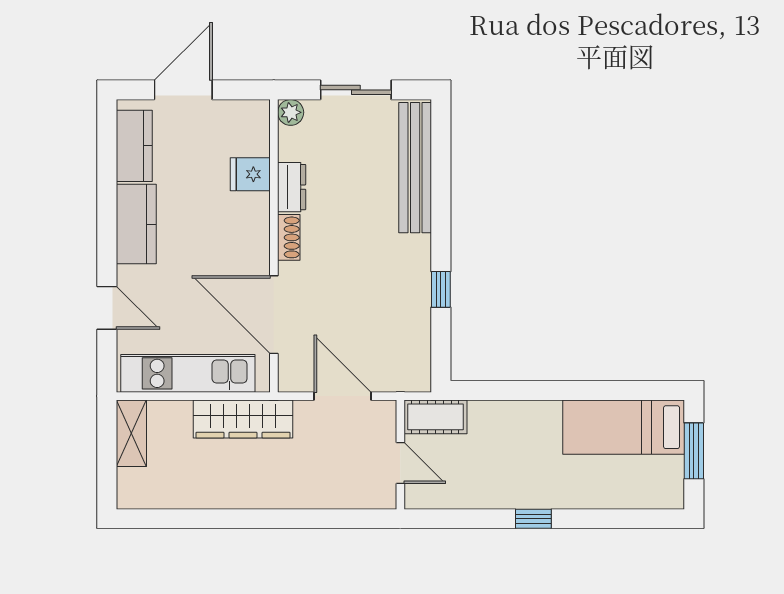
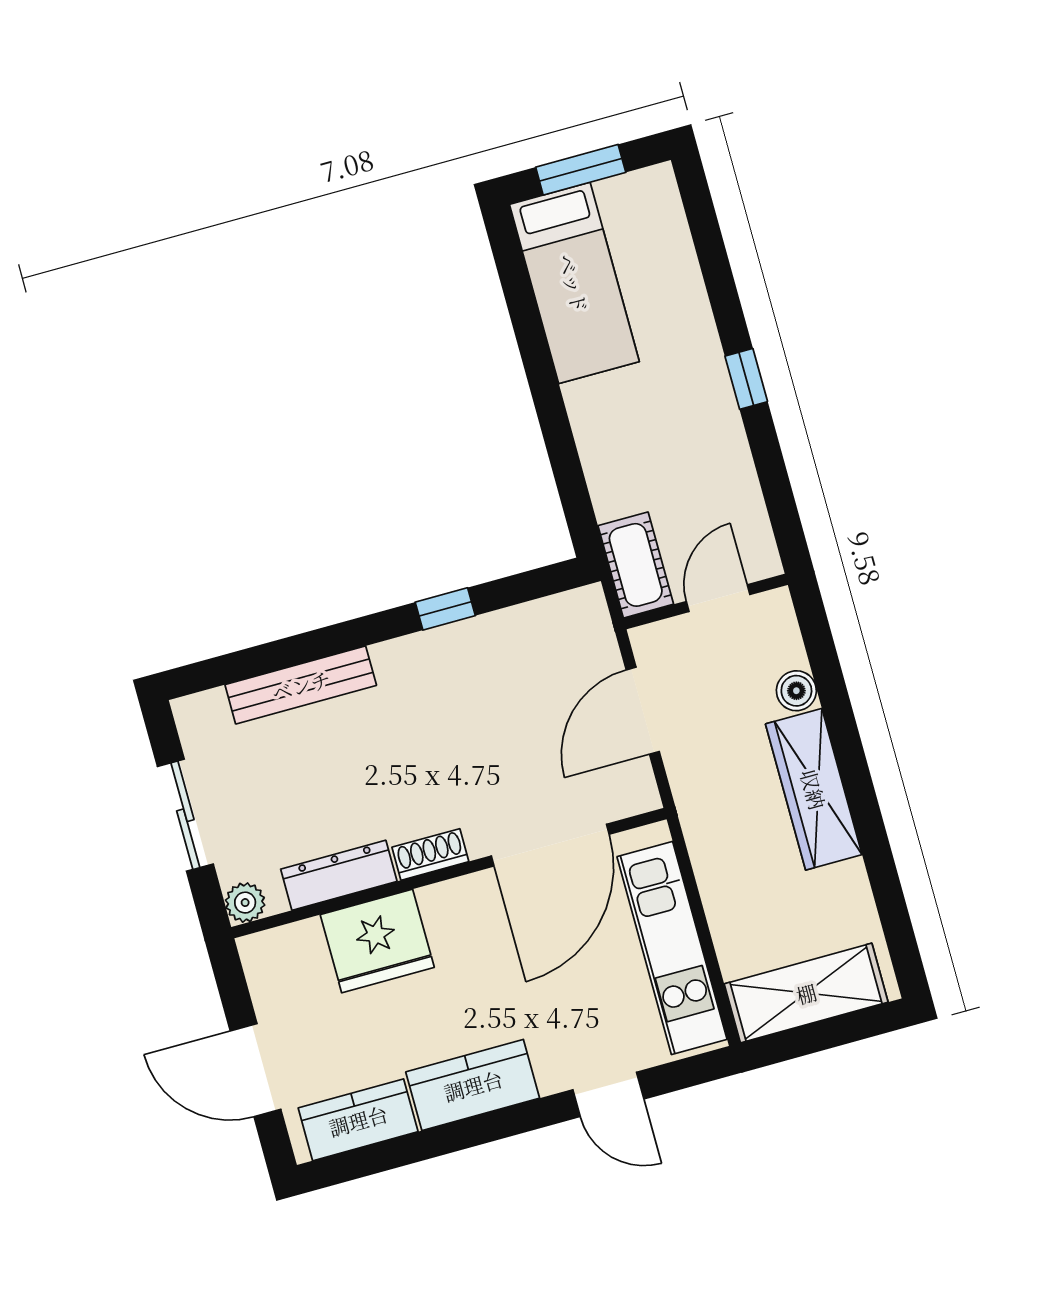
bench: (415, 168) -> (301, 685), width x0.73, depth x0.82
fridge: (250, 174) -> (377, 941), width x1.88, depth x1.34
dresser: (292, 187) -> (339, 875), width x1.44
door: (107, 308) -> (608, 1094), swing flipped
wardrobe: (243, 419) -> (814, 789), moved, turned 180
shelving: (131, 433) -> (806, 993), width x1.50, depth x1.33
boiler: (328, 496) -> (796, 691), added

